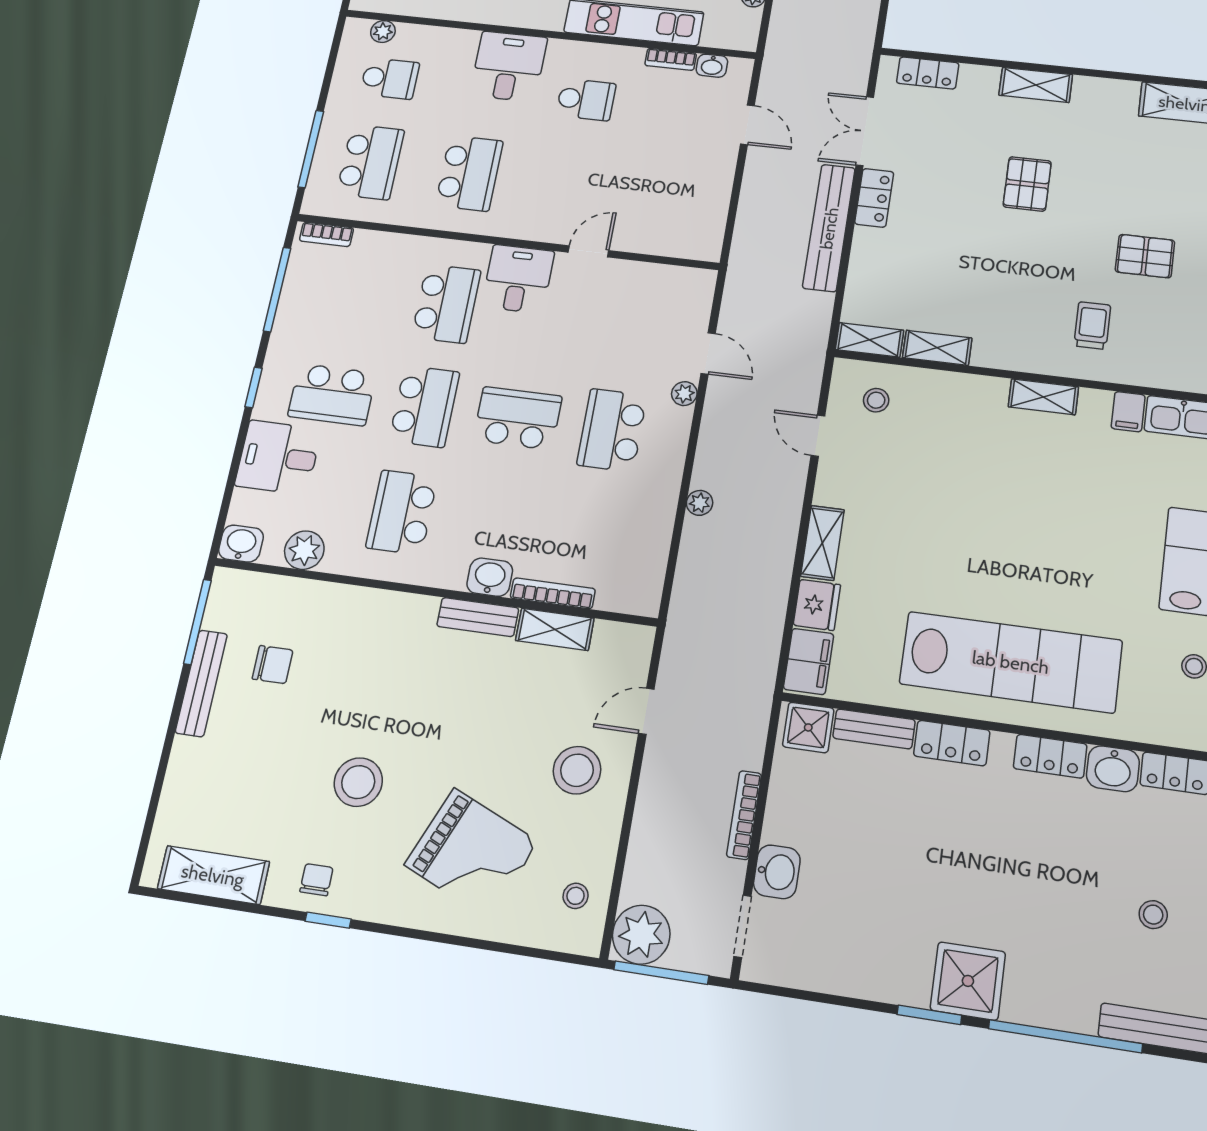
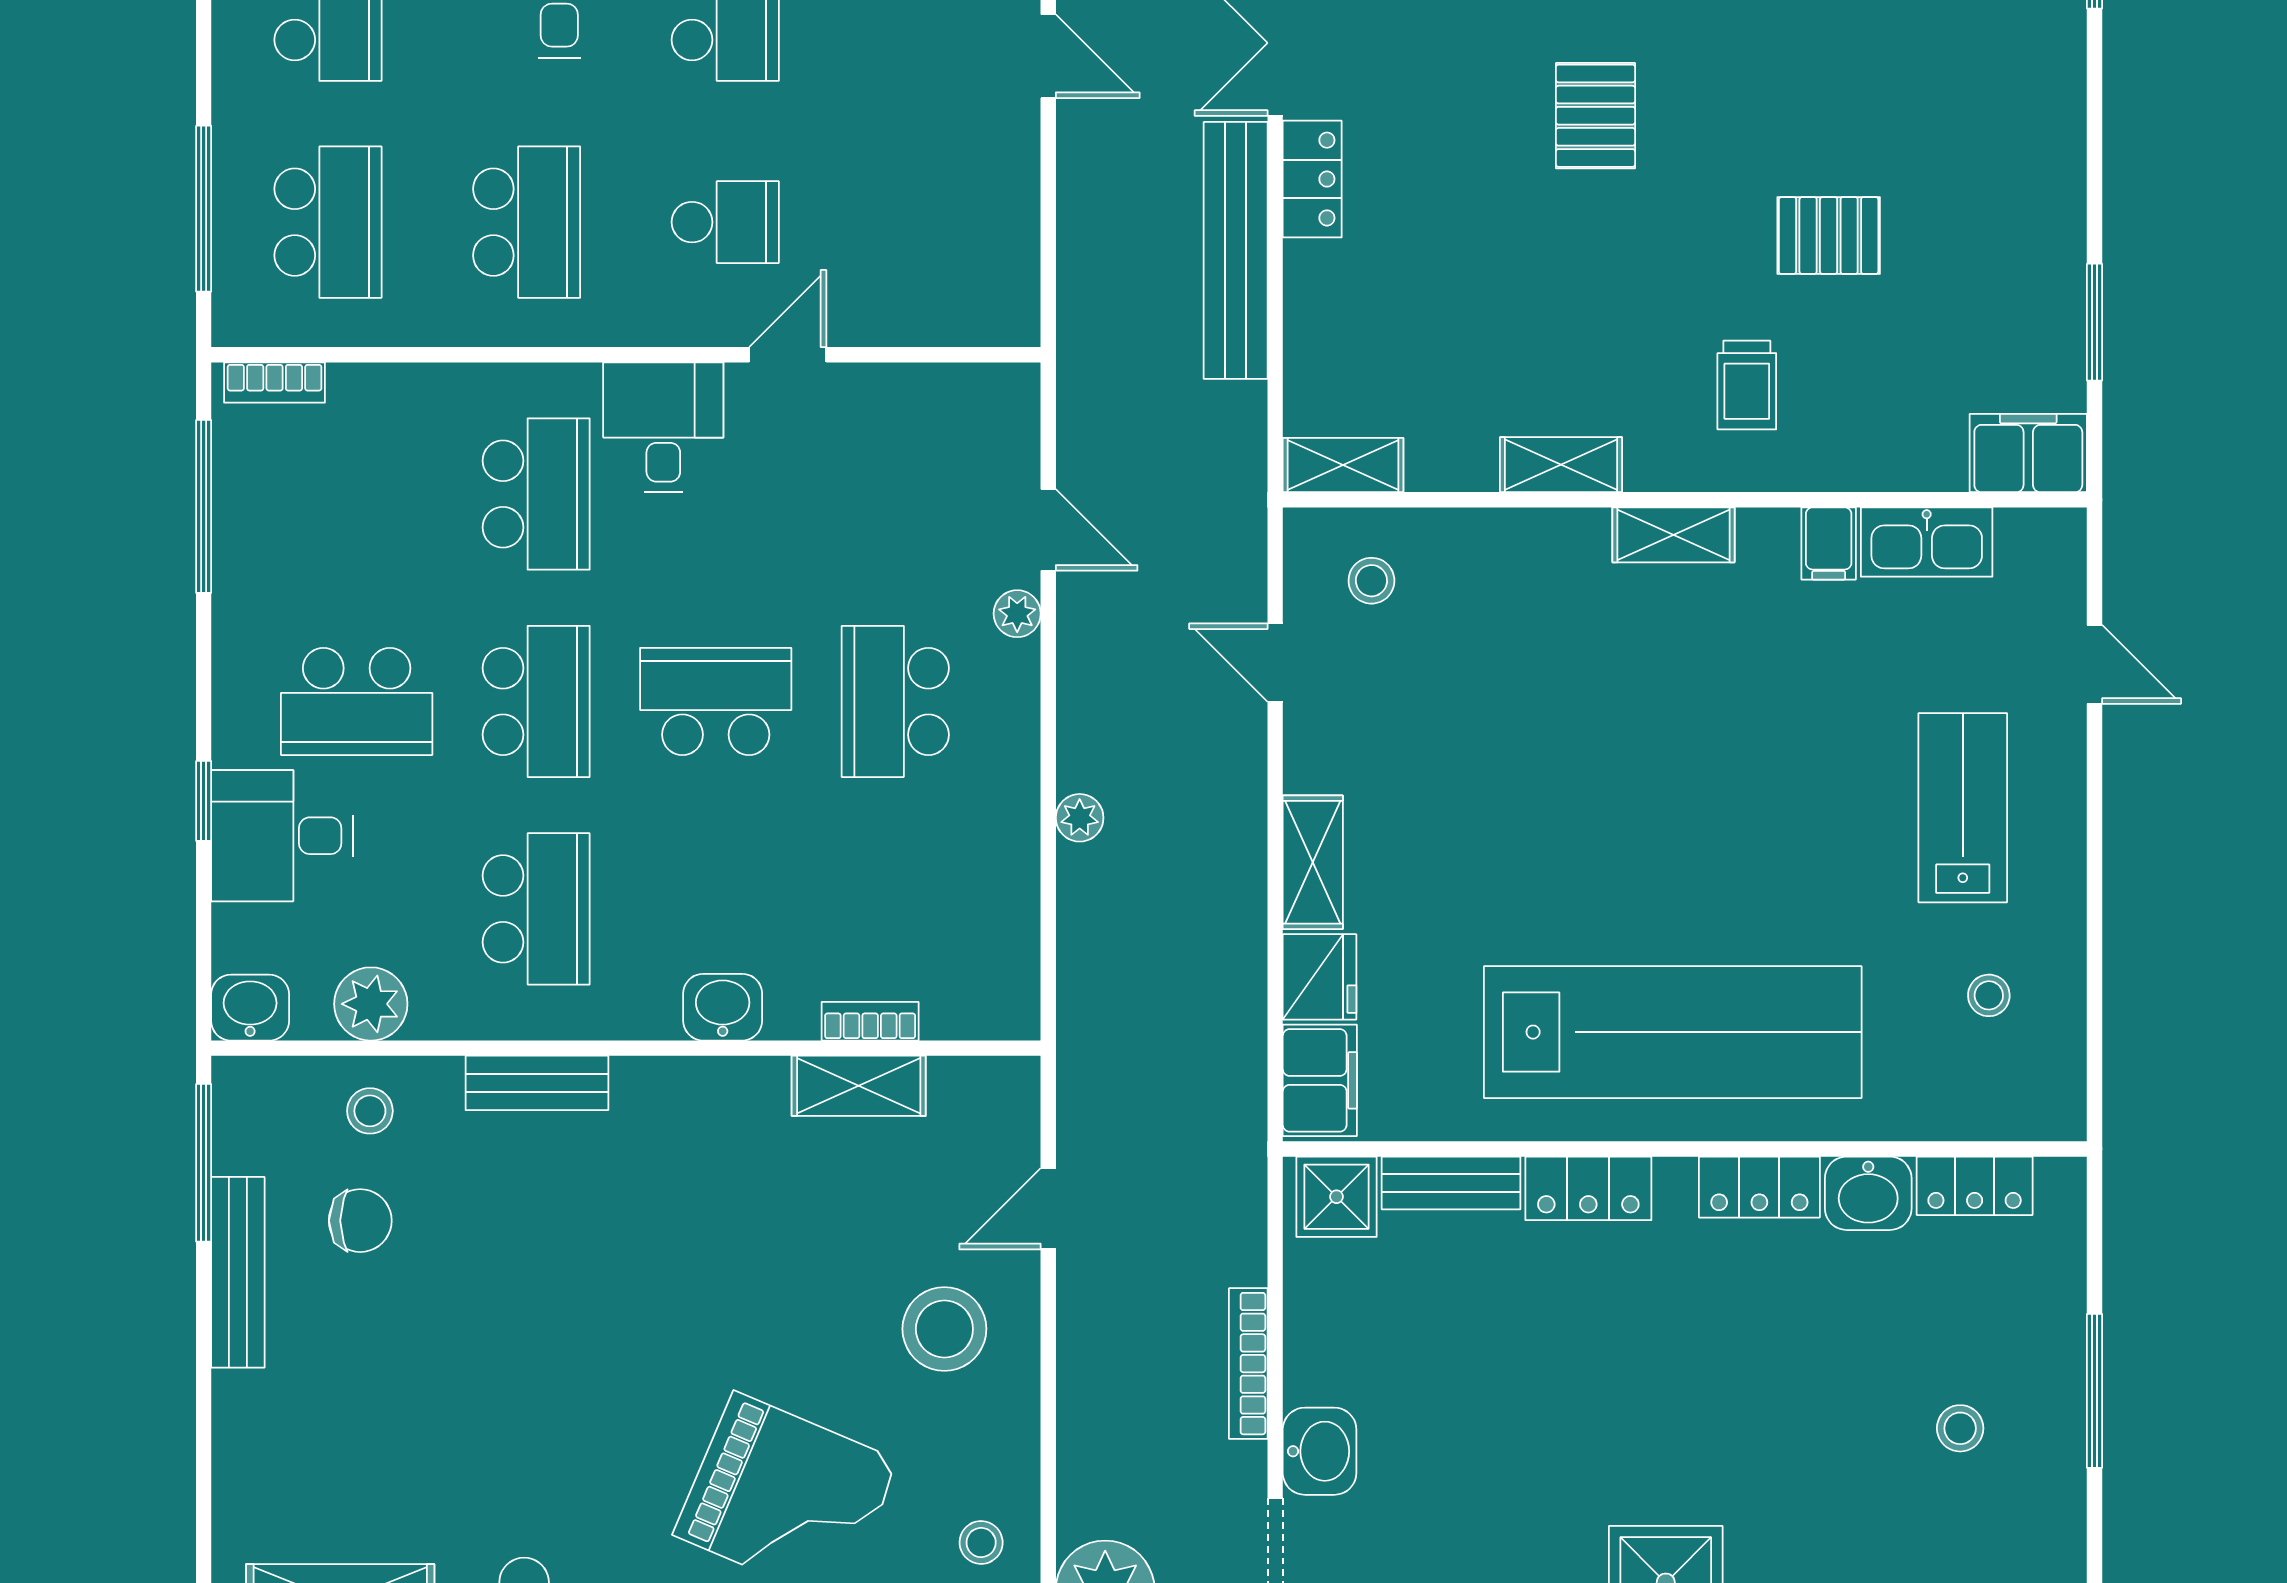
school desk: (569, 184) -> (725, 222), added
trolley: (1092, 325) -> (1747, 385), turned 180
shelving: (937, 348) -> (1561, 465), moved
window: (254, 387) -> (204, 801), moved
school desk: (402, 512) -> (536, 909), turned 180
bookcase: (553, 593) -> (870, 1021), width x0.64
bench: (478, 617) -> (537, 1083), moved
stool: (358, 782) -> (370, 1111), moved, width x0.53, depth x0.53

